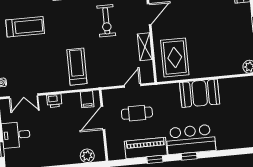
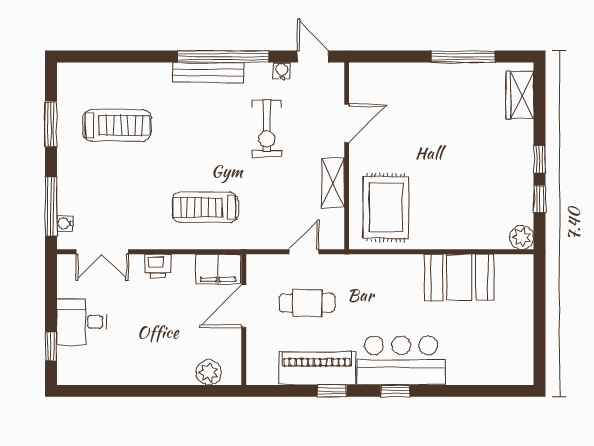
treadmill: (77, 67) -> (205, 207), turned -90
booth: (200, 93) -> (459, 277), moved
filing cabinet: (87, 99) -> (218, 269), width x2.00

